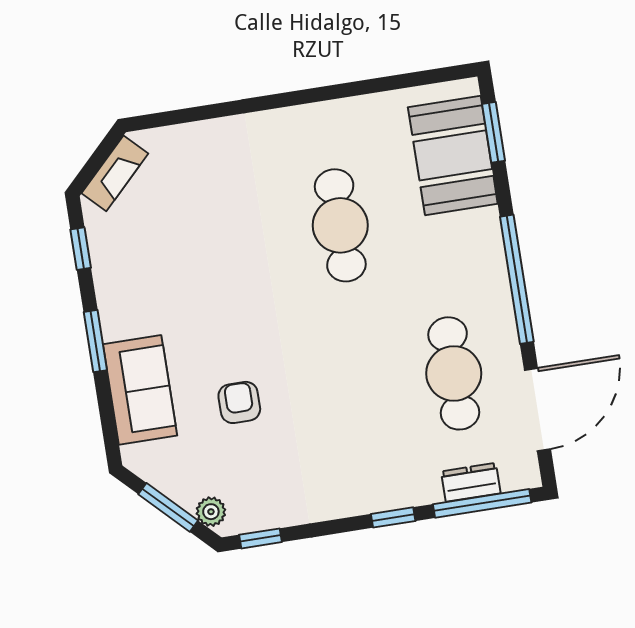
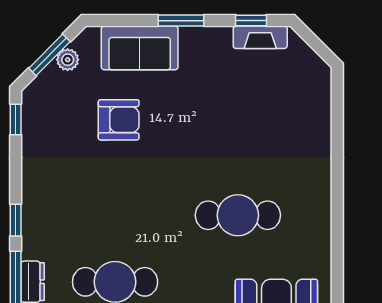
fireplace: (115, 173) -> (260, 37), moved, turned -45
armchair: (239, 402) -> (119, 120), width x1.38, depth x1.38
plant: (211, 512) -> (68, 60), moved

